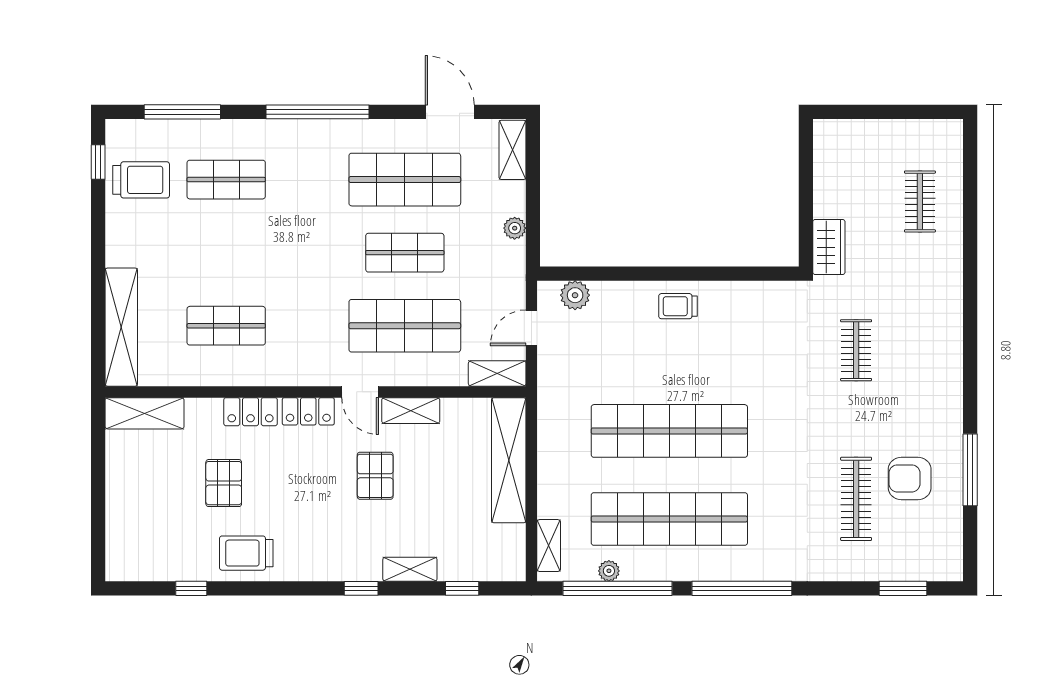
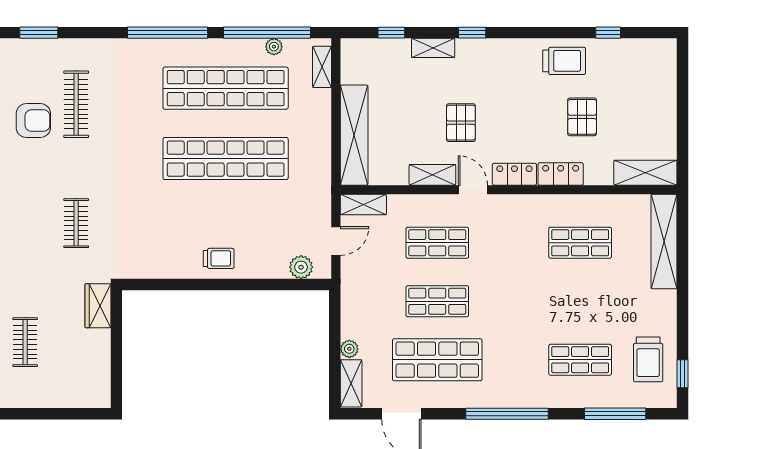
trolley: (141, 180) -> (648, 359), turned -90
plant: (515, 228) -> (349, 349), moved
shop shelf: (405, 326) -> (437, 243), width x0.70, depth x0.74

